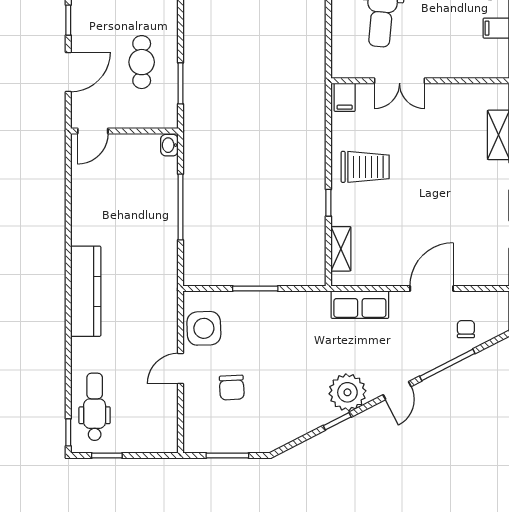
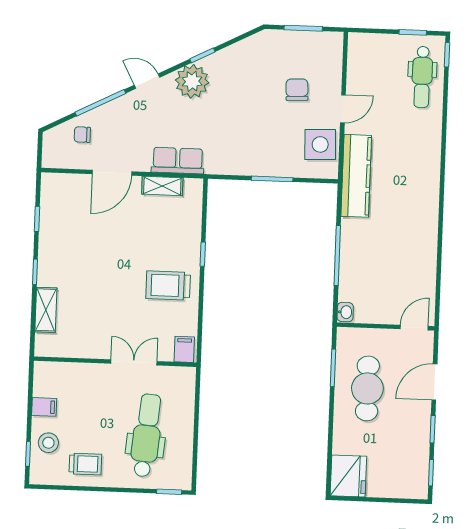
cafe table: (142, 62) -> (367, 388), width x1.37, depth x1.35
shelving: (341, 249) -> (162, 186), moved, turned 90
kitchen counter: (86, 291) -> (356, 176), moved, turned 180
chair: (466, 329) -> (82, 135), turned 90
door: (397, 391) -> (147, 81), hinge flipped

